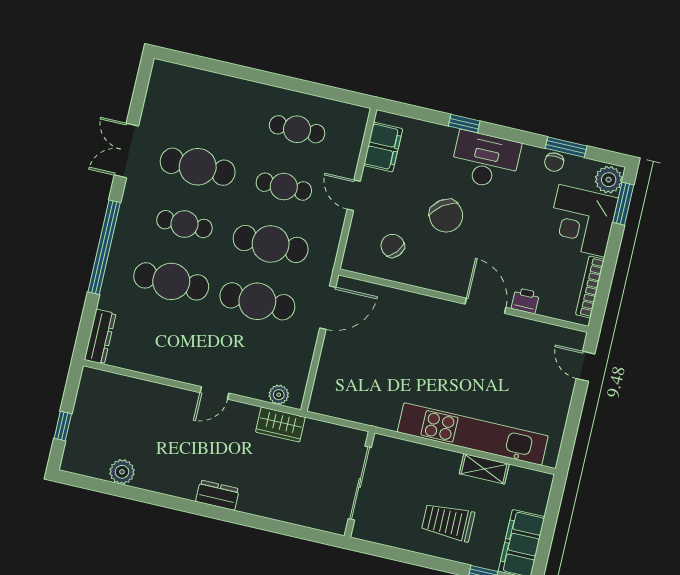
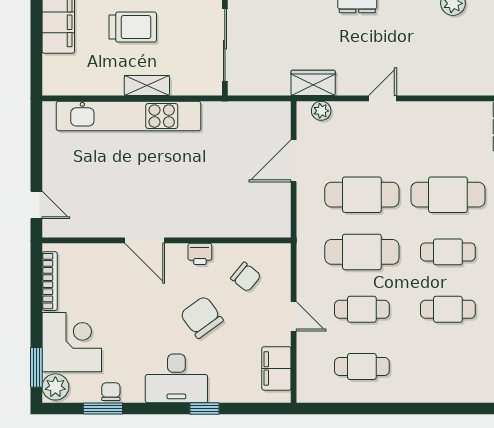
cafe table: (198, 167) -> (448, 309), width x0.73, depth x0.74
printer: (525, 301) -> (200, 254), moved
door: (328, 308) -> (294, 161), moved
shelving: (484, 469) -> (147, 85), moved

